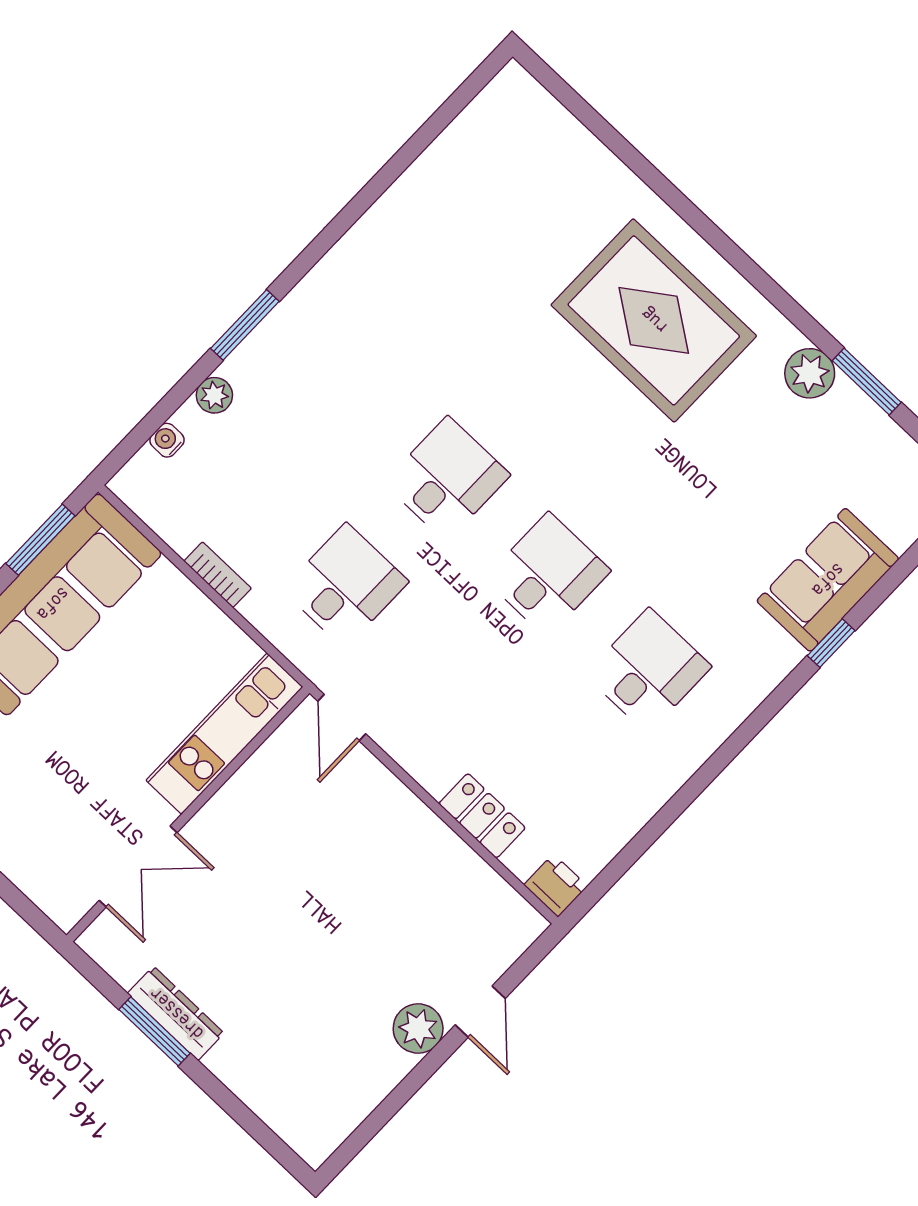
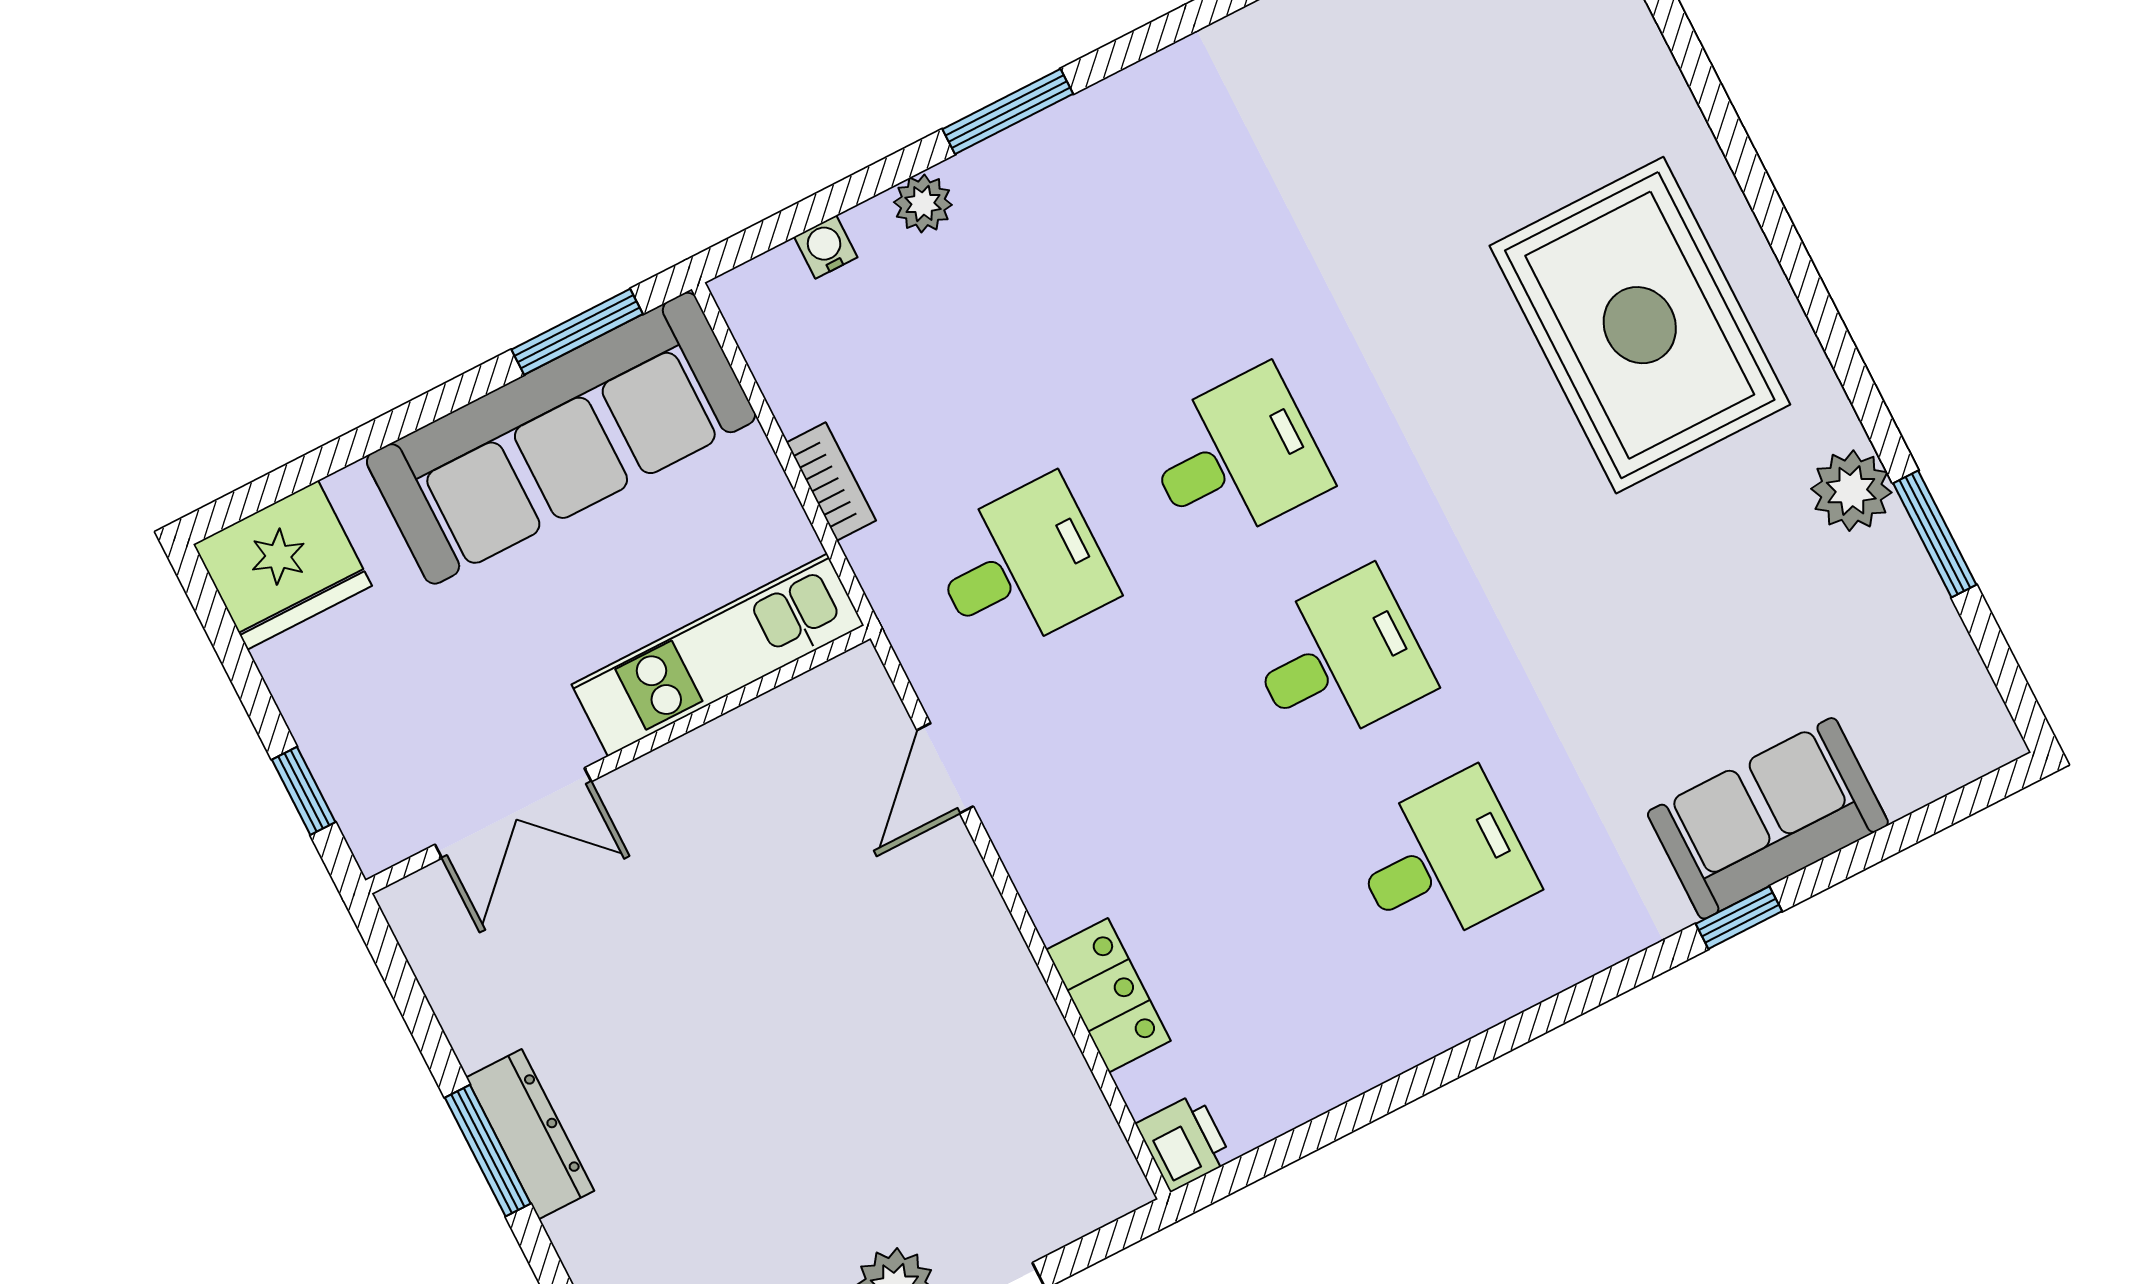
kitchen unit: (224, 734) -> (718, 655), moved
wall: (188, 814) -> (618, 759), moved
double door: (138, 867) -> (513, 813), moved

